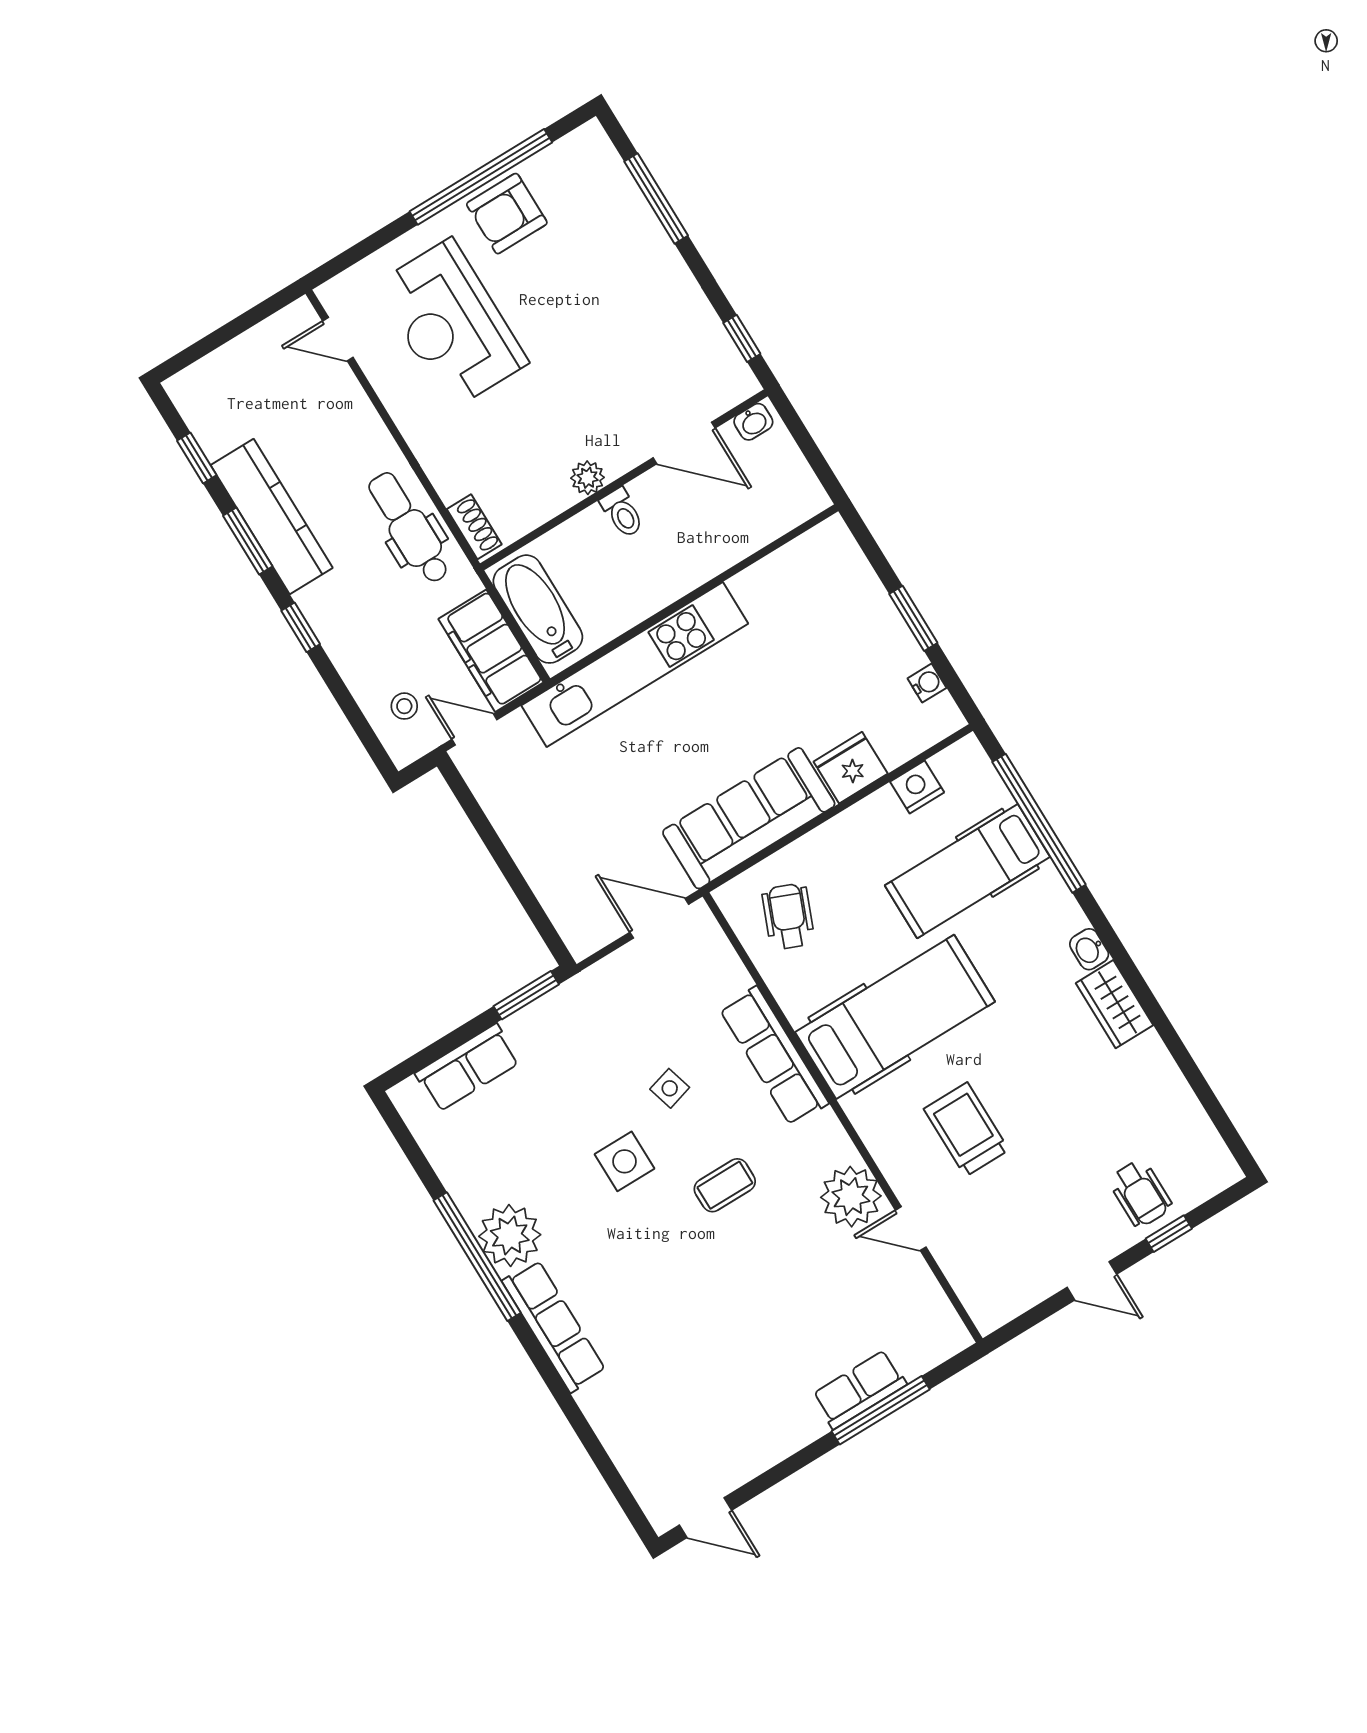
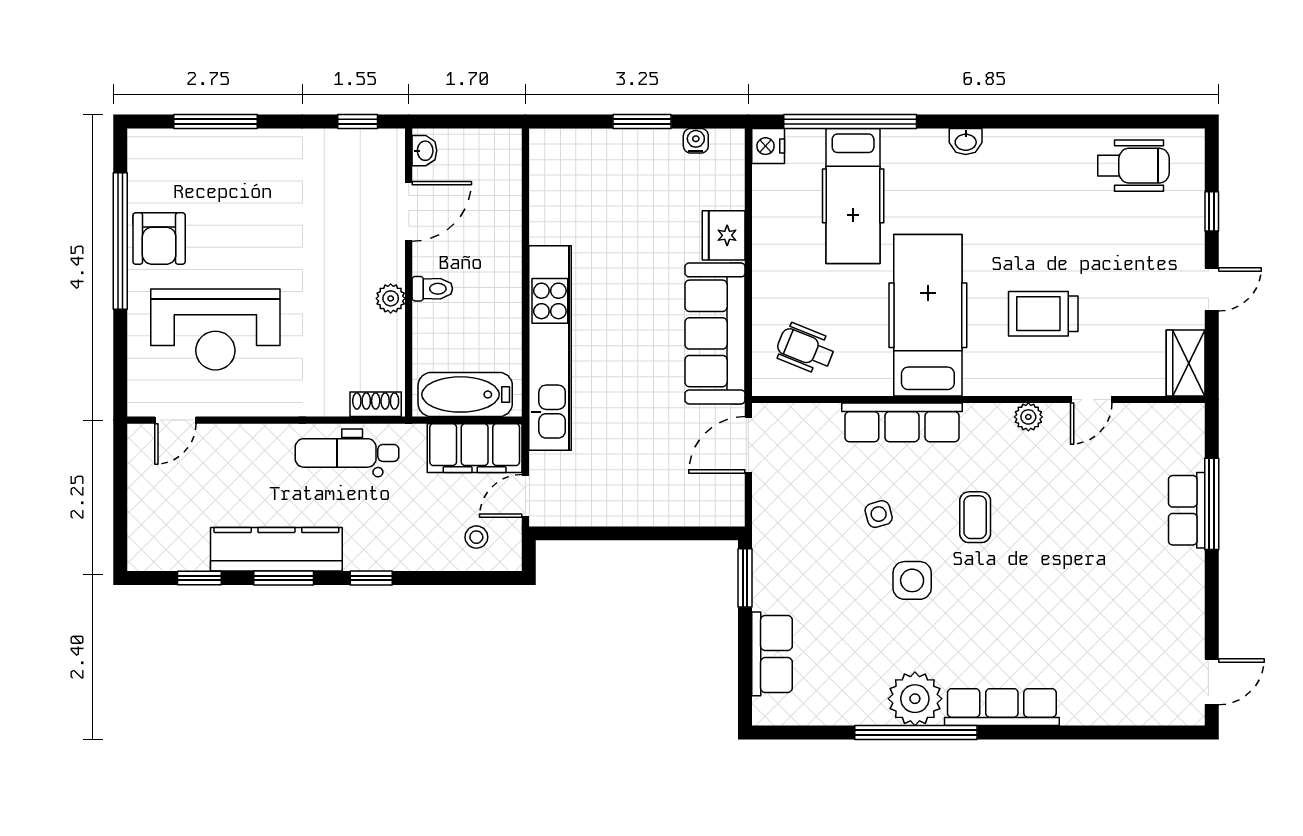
nightstand: (917, 787) -> (768, 146), moved
wardrobe: (1114, 1004) -> (1186, 363), moved, turned 90
wheelchair: (1140, 1193) -> (1133, 166), moved, width x1.36, depth x1.37
plant: (851, 1197) -> (1028, 417), width x0.53, depth x0.53

